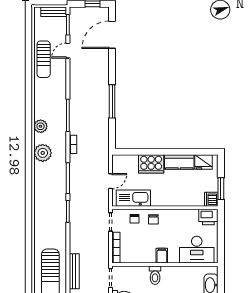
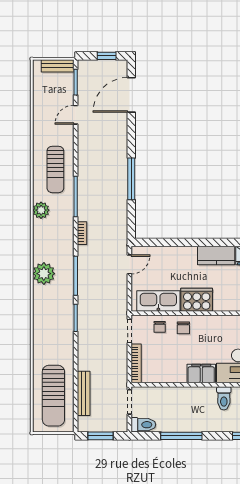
sun lounger: (44, 59) -> (55, 169), moved
plant: (43, 153) -> (44, 274), moved
cooker: (151, 164) -> (197, 300), moved, turned 180
door: (110, 181) -> (129, 264), moved
filing cabinet: (162, 256) -> (201, 373), width x2.00
toilet: (155, 275) -> (224, 398), moved

